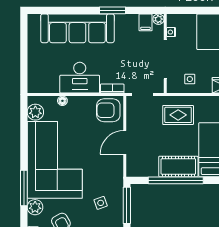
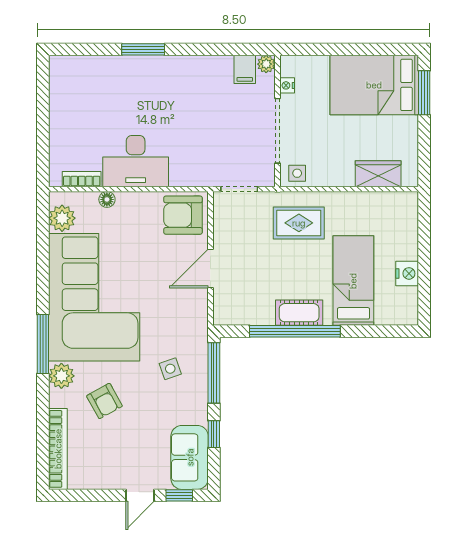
window: (112, 10) -> (143, 49), moved
sofa: (77, 28) -> (132, 79), removed
side table: (190, 79) -> (297, 173), moved
bookcase: (112, 89) -> (82, 179), moved
cot: (178, 166) -> (299, 313), width x0.73, depth x0.75

